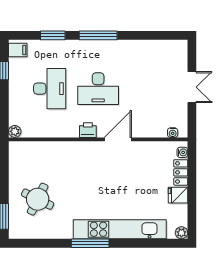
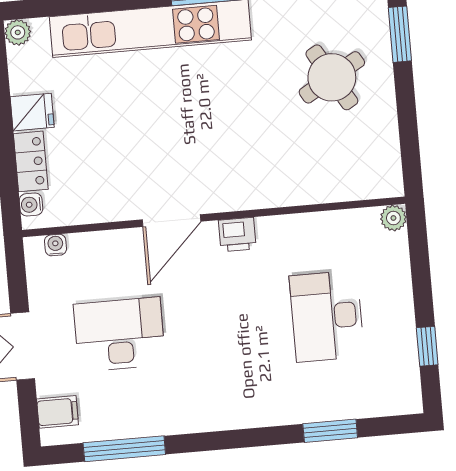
window: (98, 35) -> (124, 449), moved
filing cabinet: (18, 50) -> (58, 412), moved, turned 180
desk: (98, 89) -> (119, 334), moved
round table: (38, 199) -> (332, 77), turned 34

